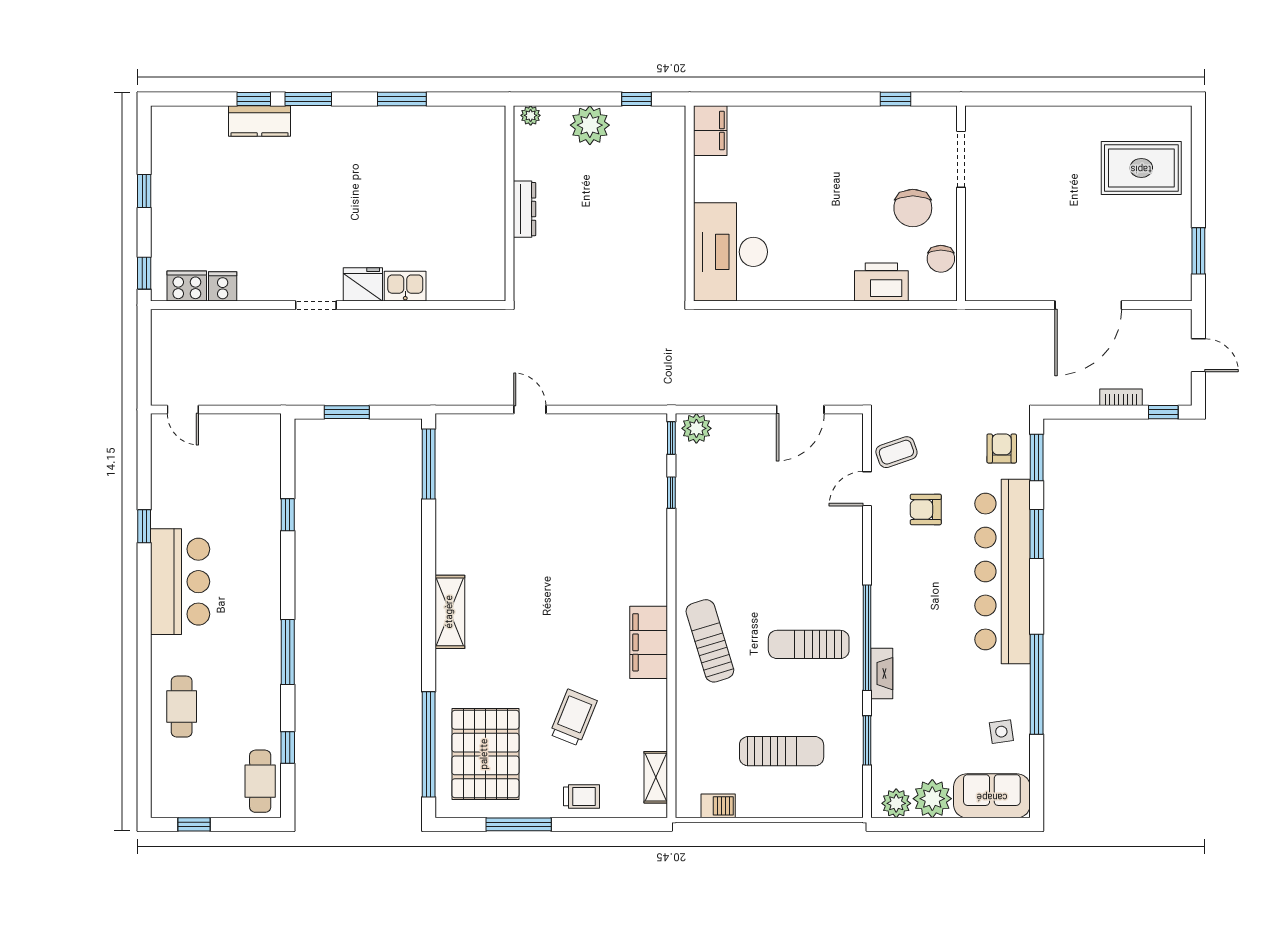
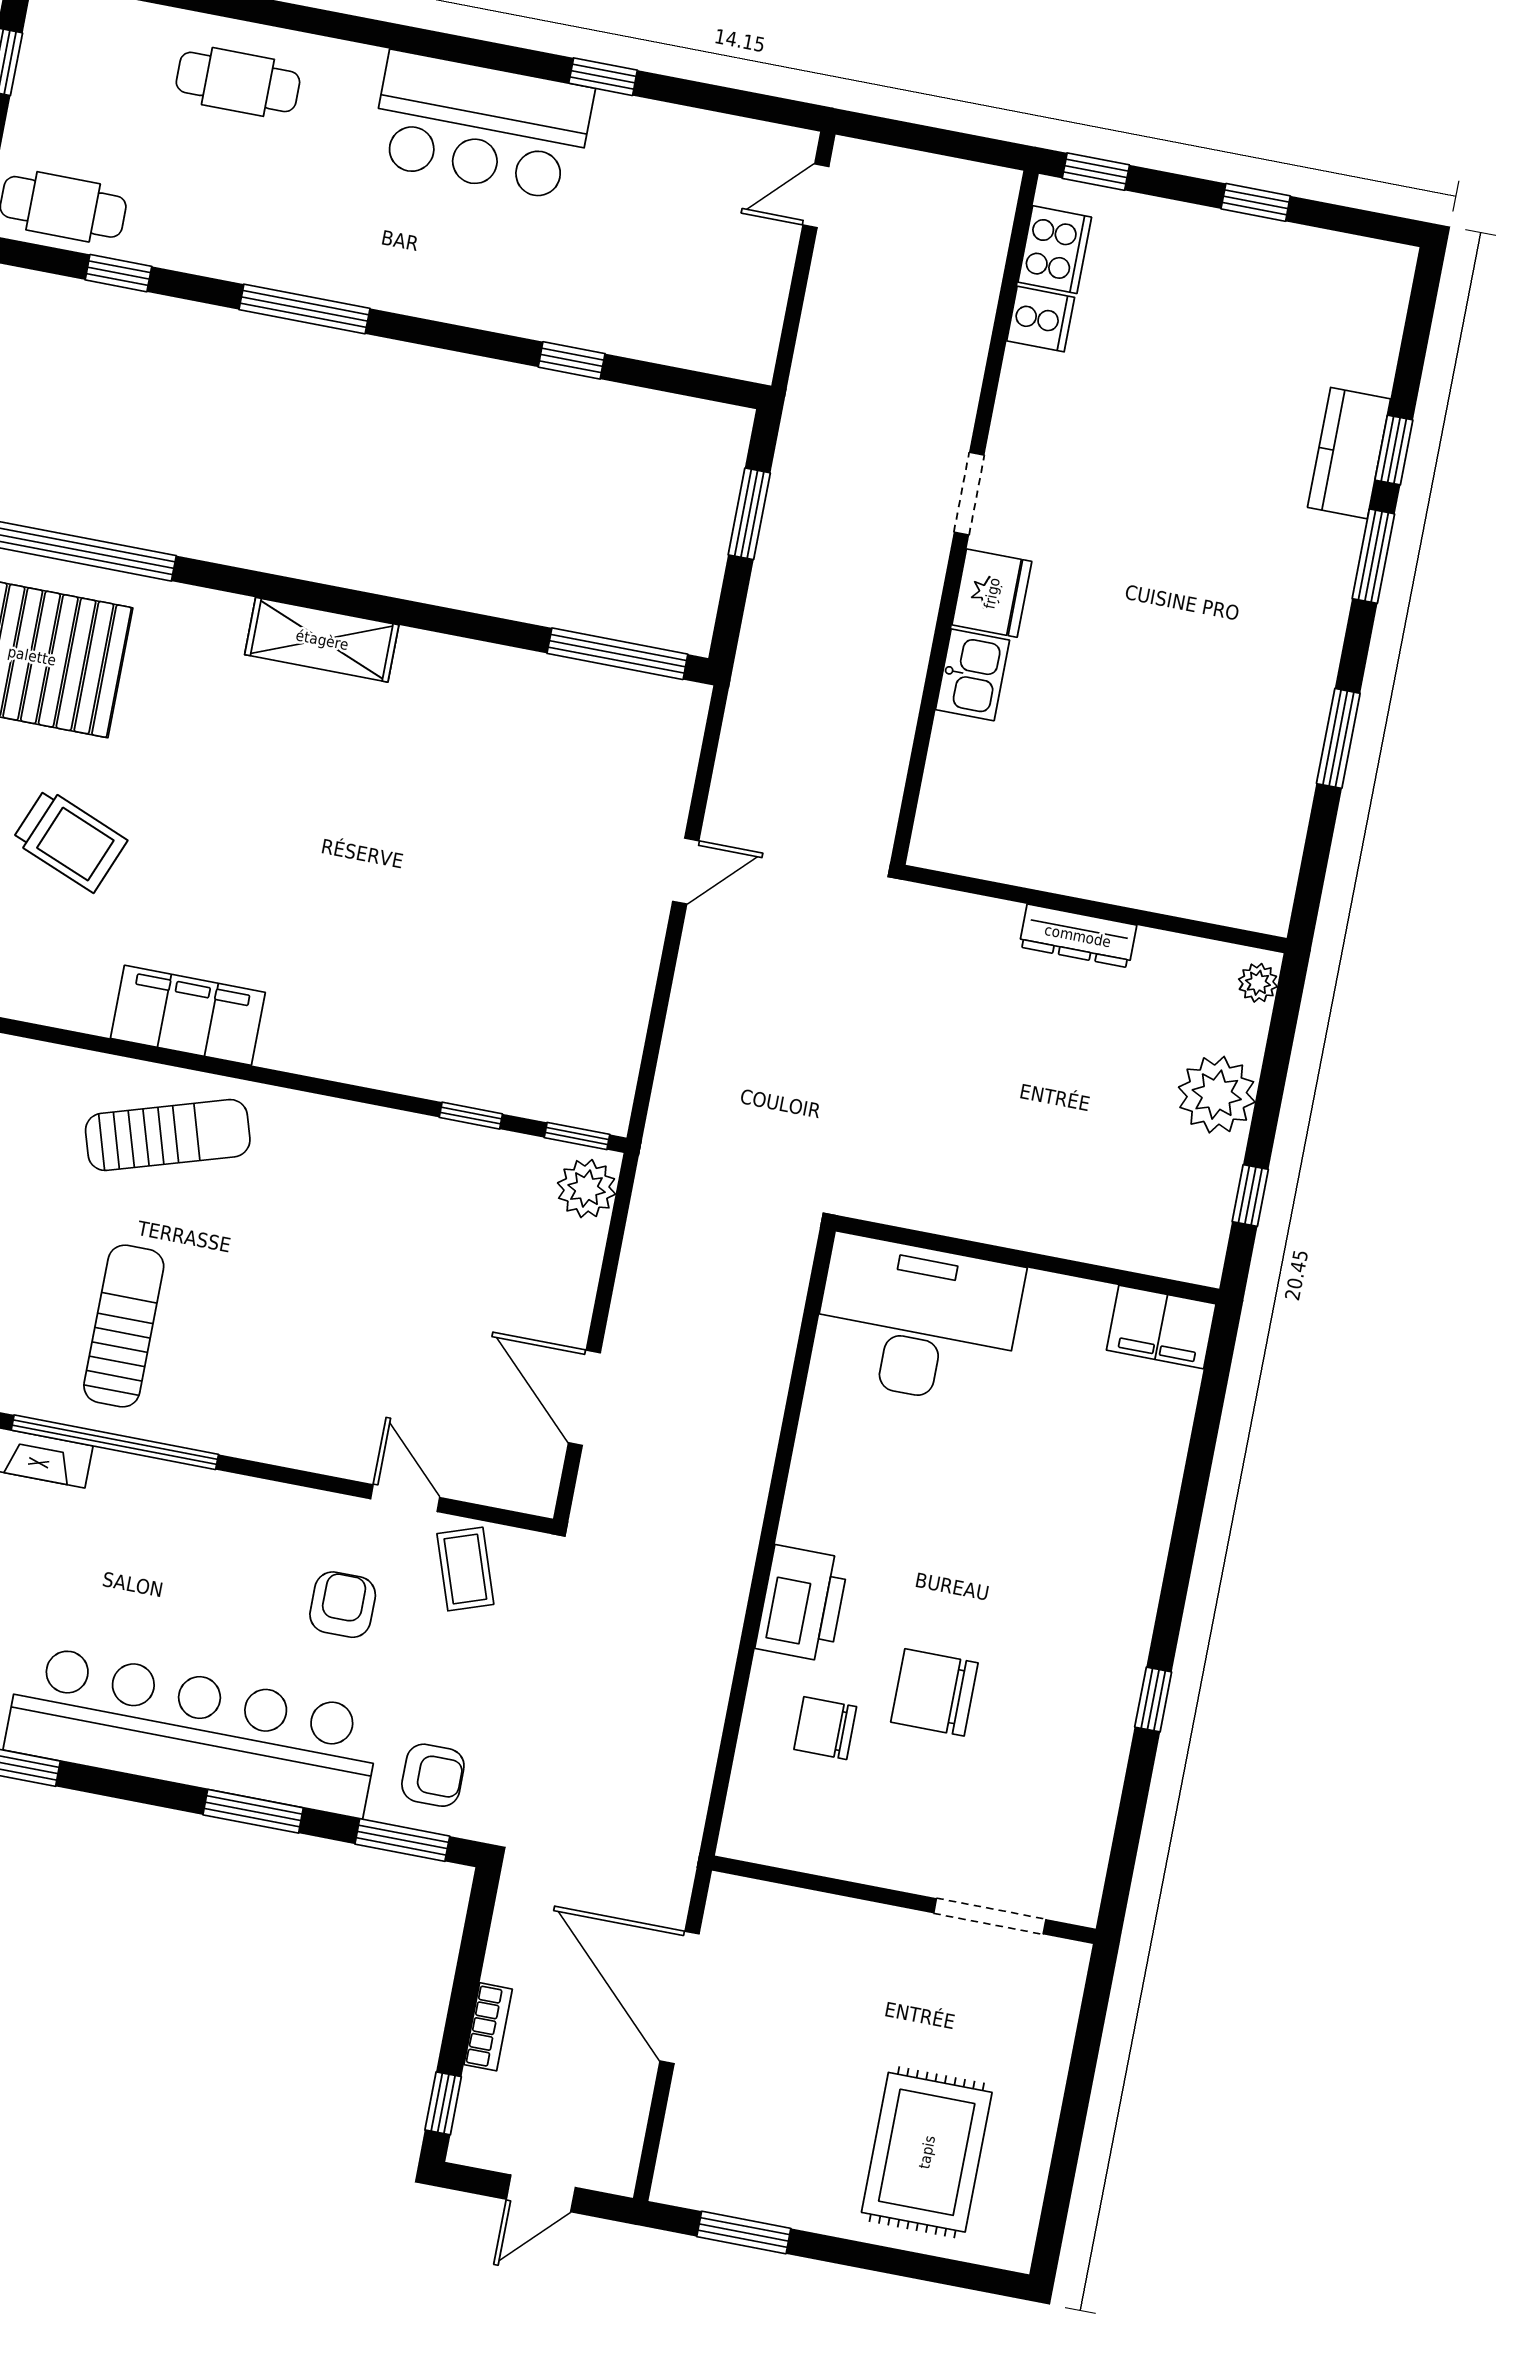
doorway: (961, 159) -> (990, 1916), moved
wall: (961, 203) -> (904, 1900), moved

